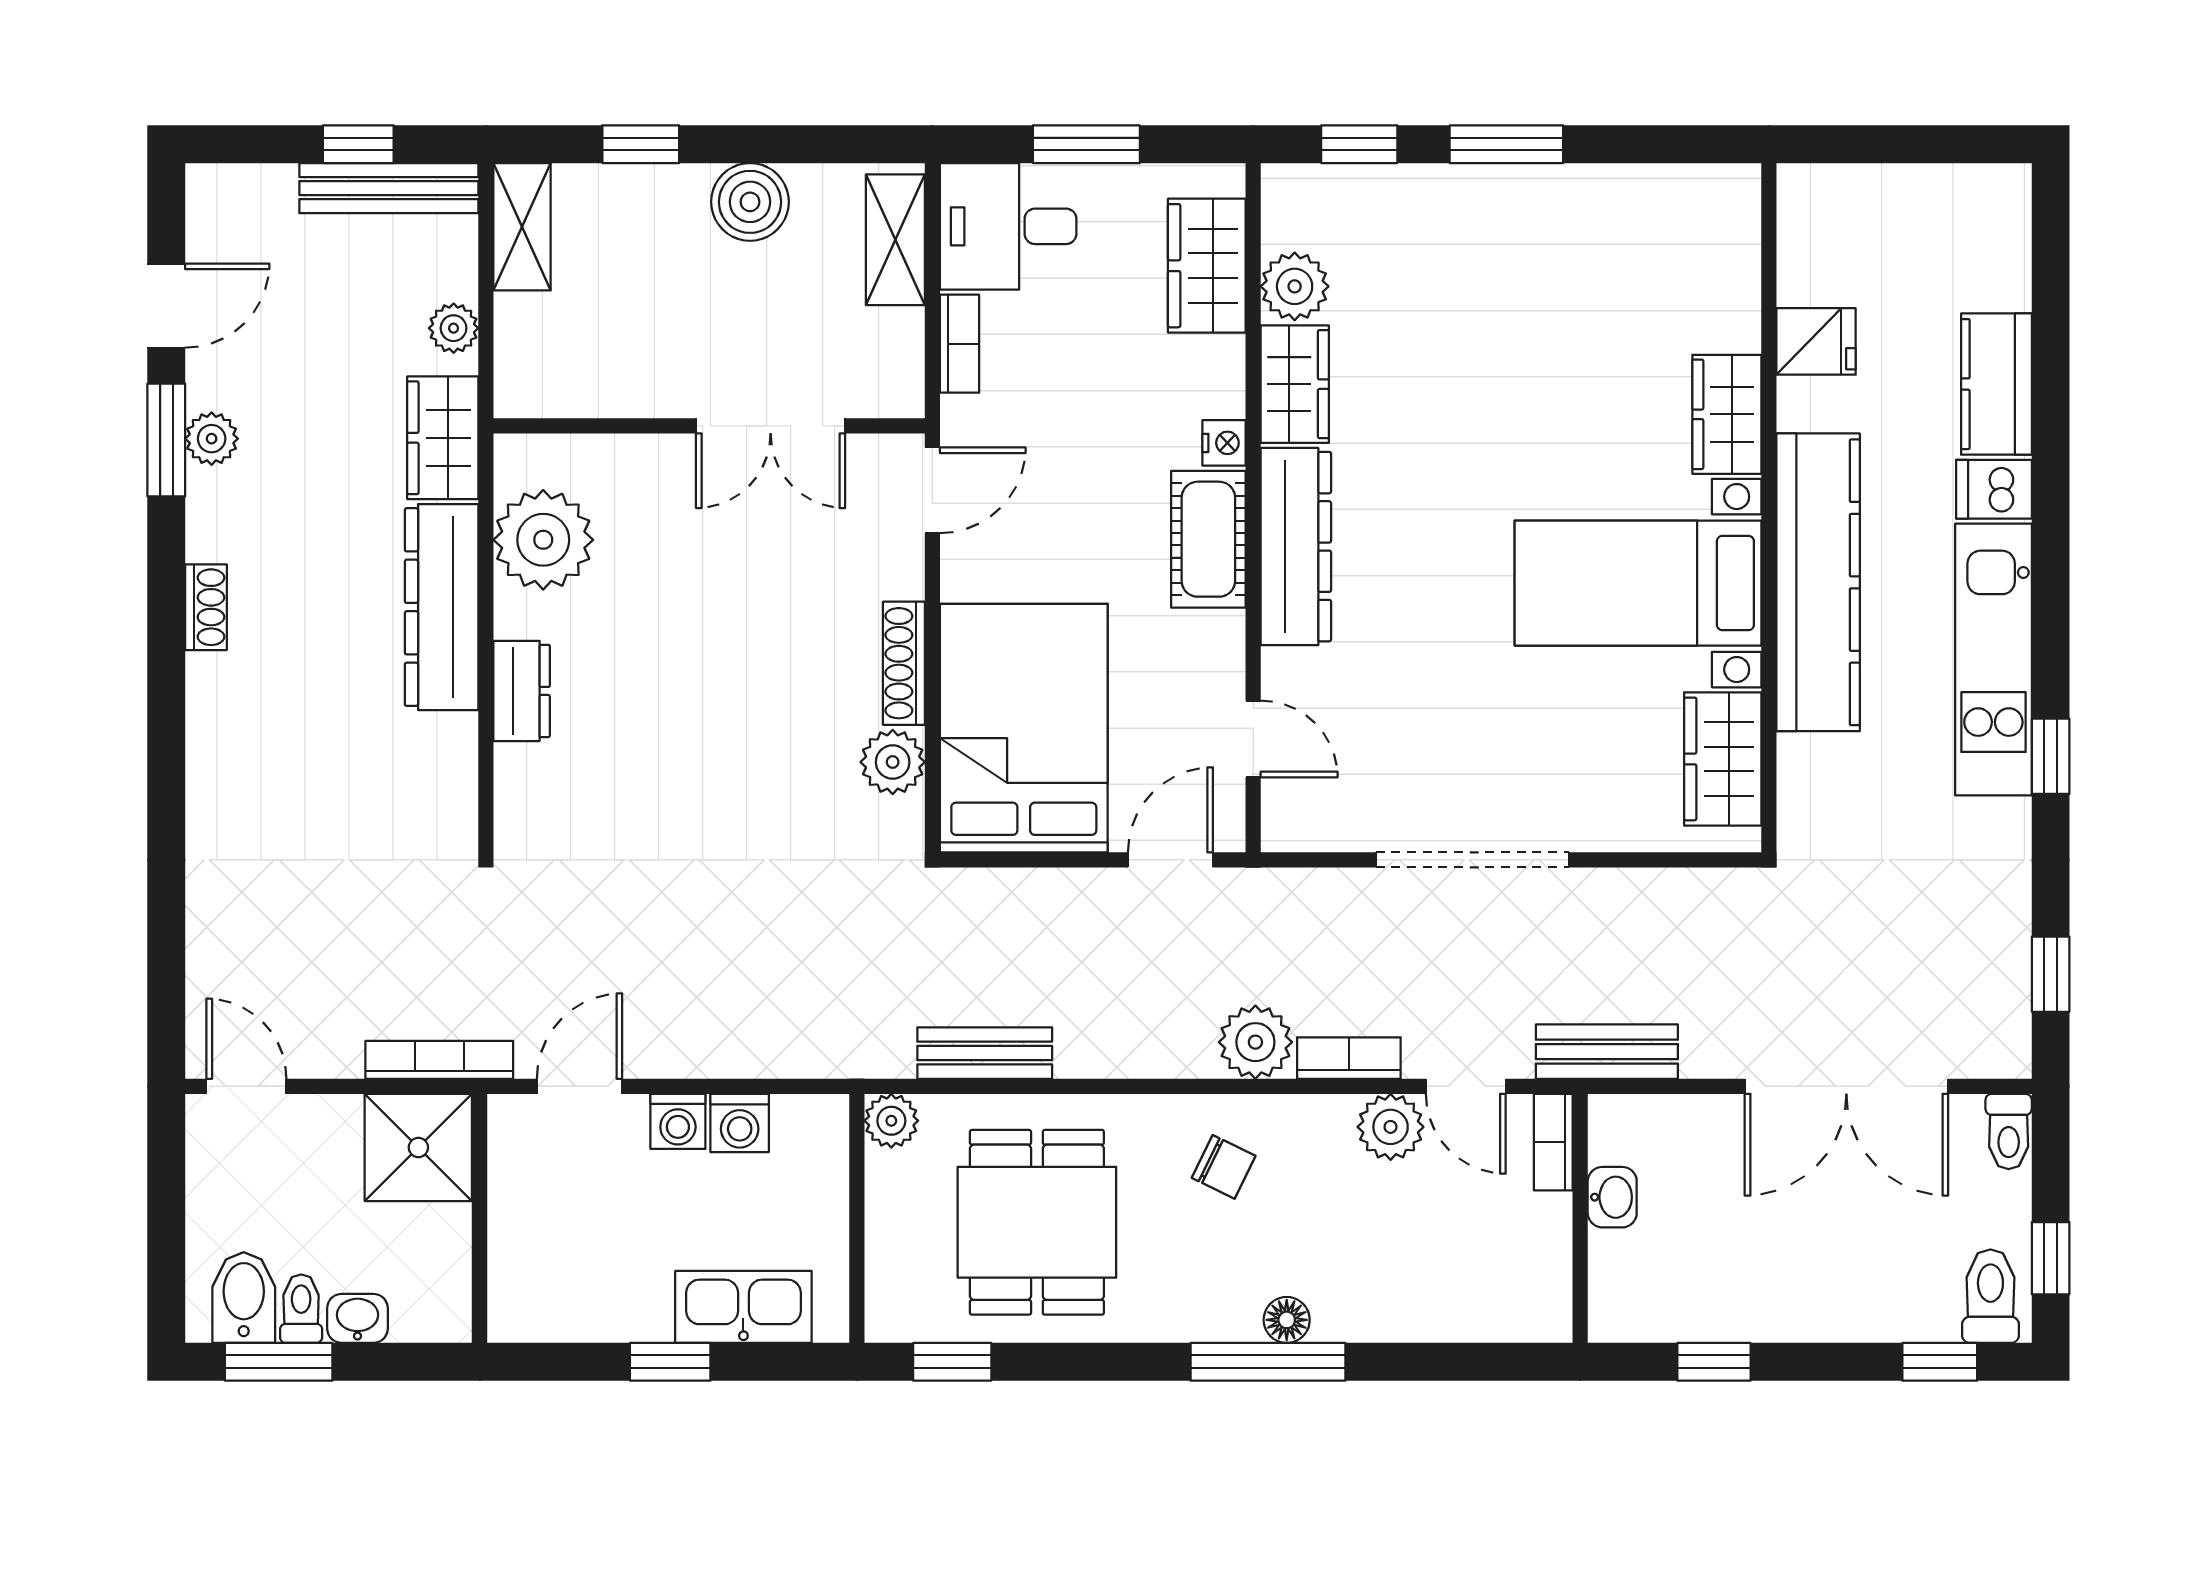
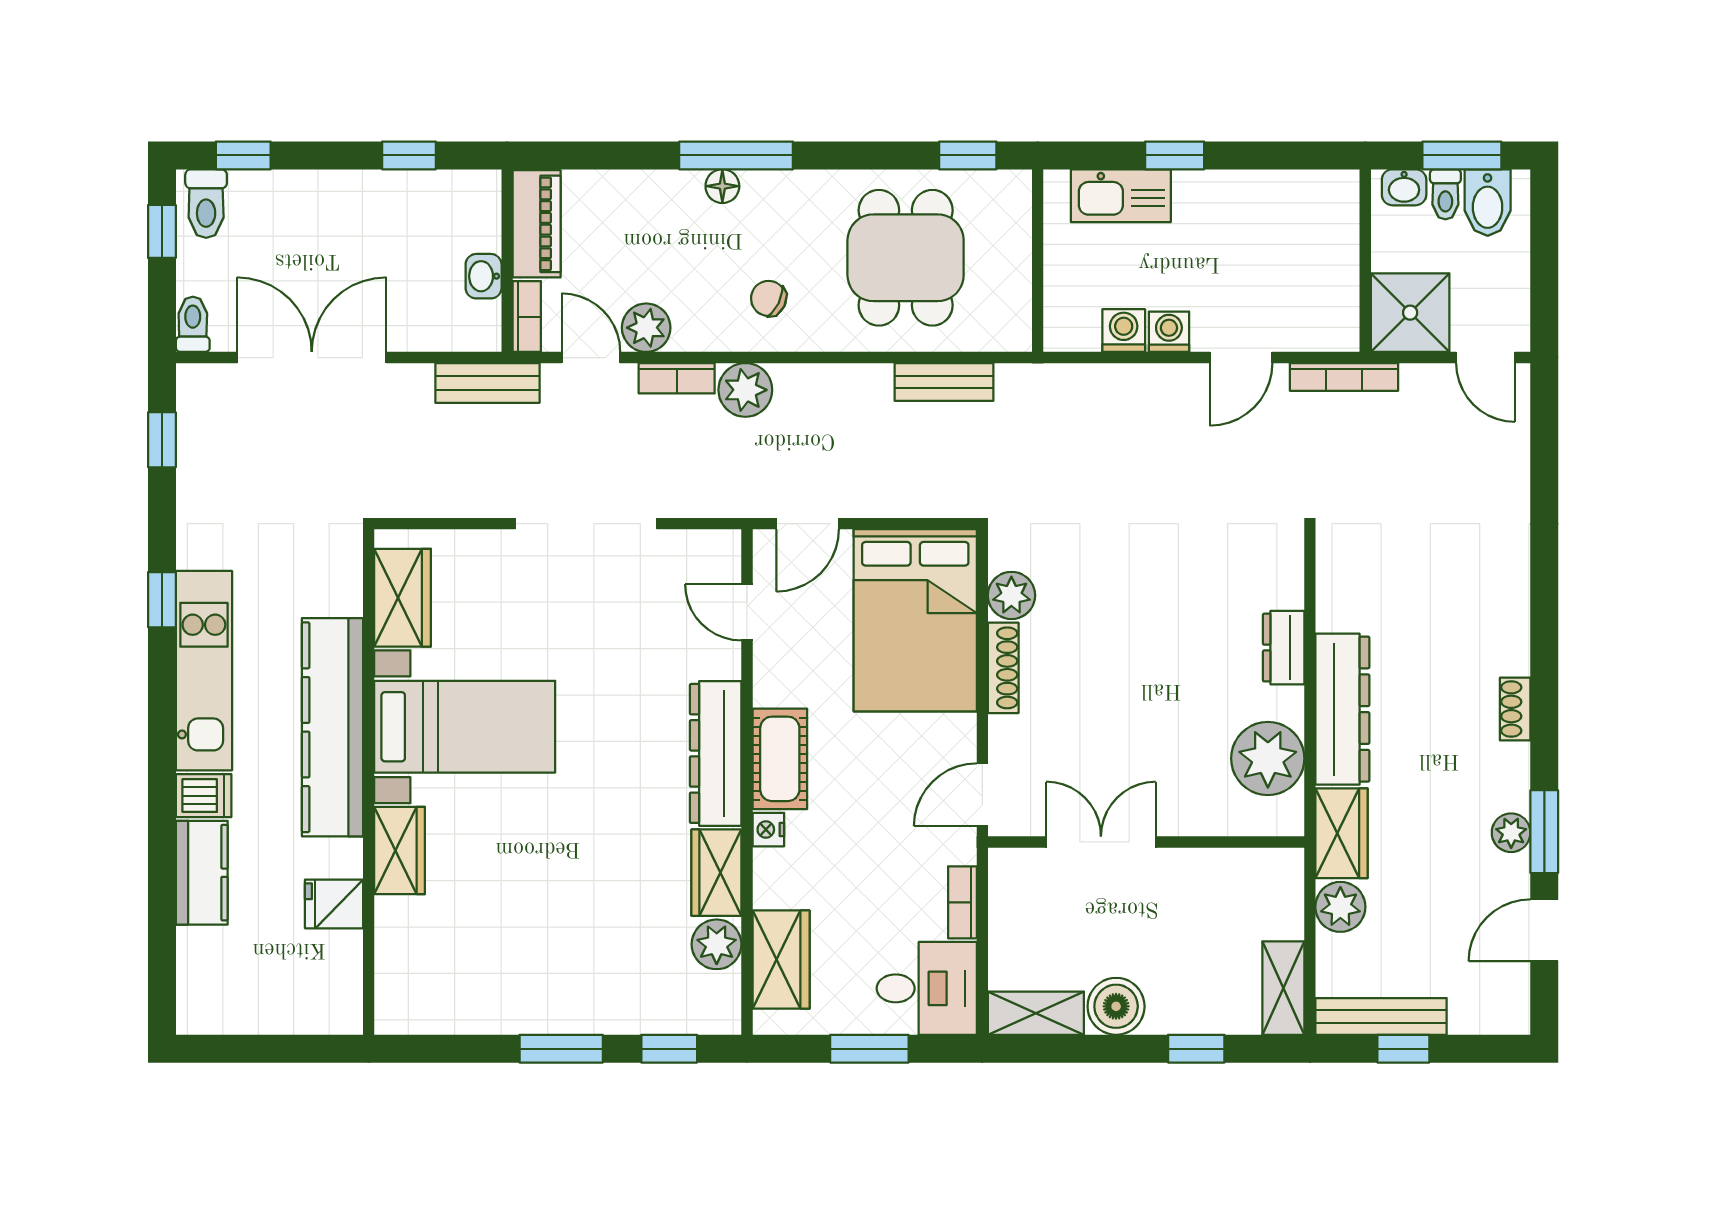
shelving: (895, 240) -> (1036, 1013), moved, turned 90
plant: (454, 328) -> (1340, 907), width x1.38, depth x1.38
plant: (891, 1121) -> (1012, 332), removed
shower: (418, 1147) -> (1410, 313), moved
wall: (480, 1218) -> (1365, 261), moved
piano: (1540, 1269) -> (537, 224), added

